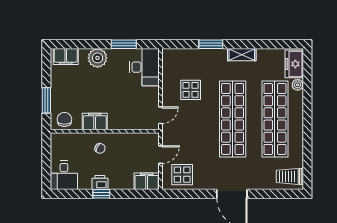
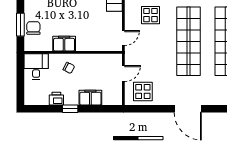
chair: (64, 119) -> (33, 28), moved
desk: (64, 175) -> (36, 67), moved, turned 180
filing cabinet: (147, 181) -> (90, 98), moved
printer: (100, 182) -> (56, 99), moved

